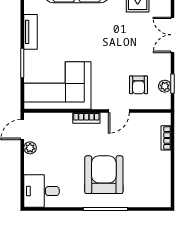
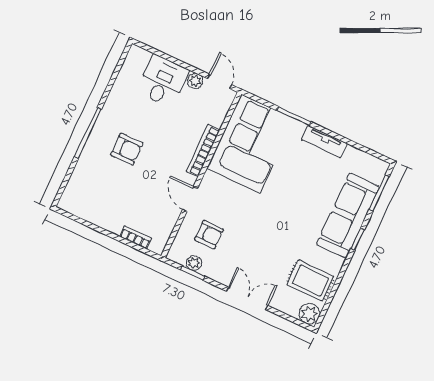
armchair: (139, 85) -> (209, 235), turned 180
bookcase: (86, 118) -> (203, 151), width x1.56
armchair: (104, 175) -> (127, 149), width x0.53, depth x0.53
desk: (41, 191) -> (163, 81), moved

